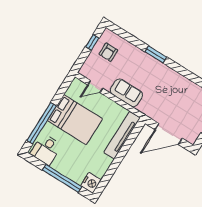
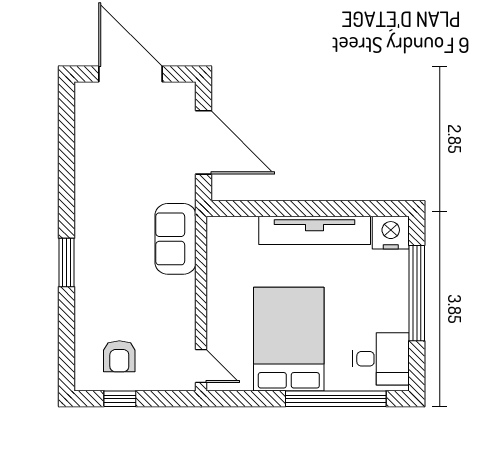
armchair: (108, 52) -> (119, 356), turned 90
door: (95, 87) -> (201, 366), moved
sofa: (126, 93) -> (176, 239), moved
tv unit: (122, 135) -> (315, 230), moved

